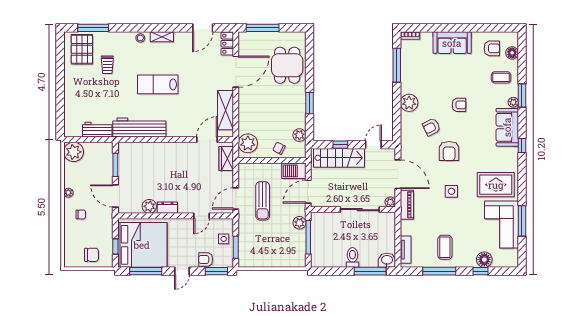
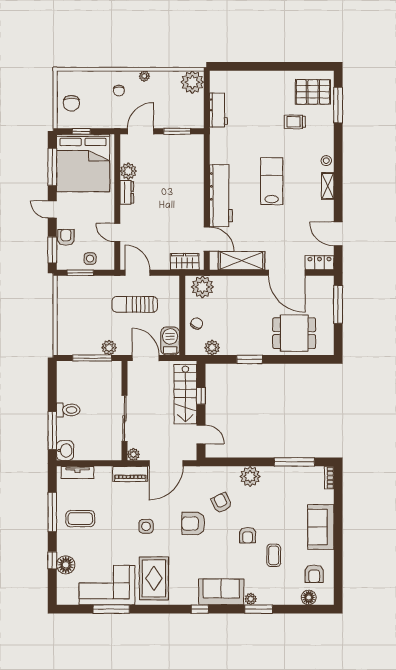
coffee table: (501, 77) -> (274, 555), moved
workbench: (139, 128) -> (221, 196), moved

